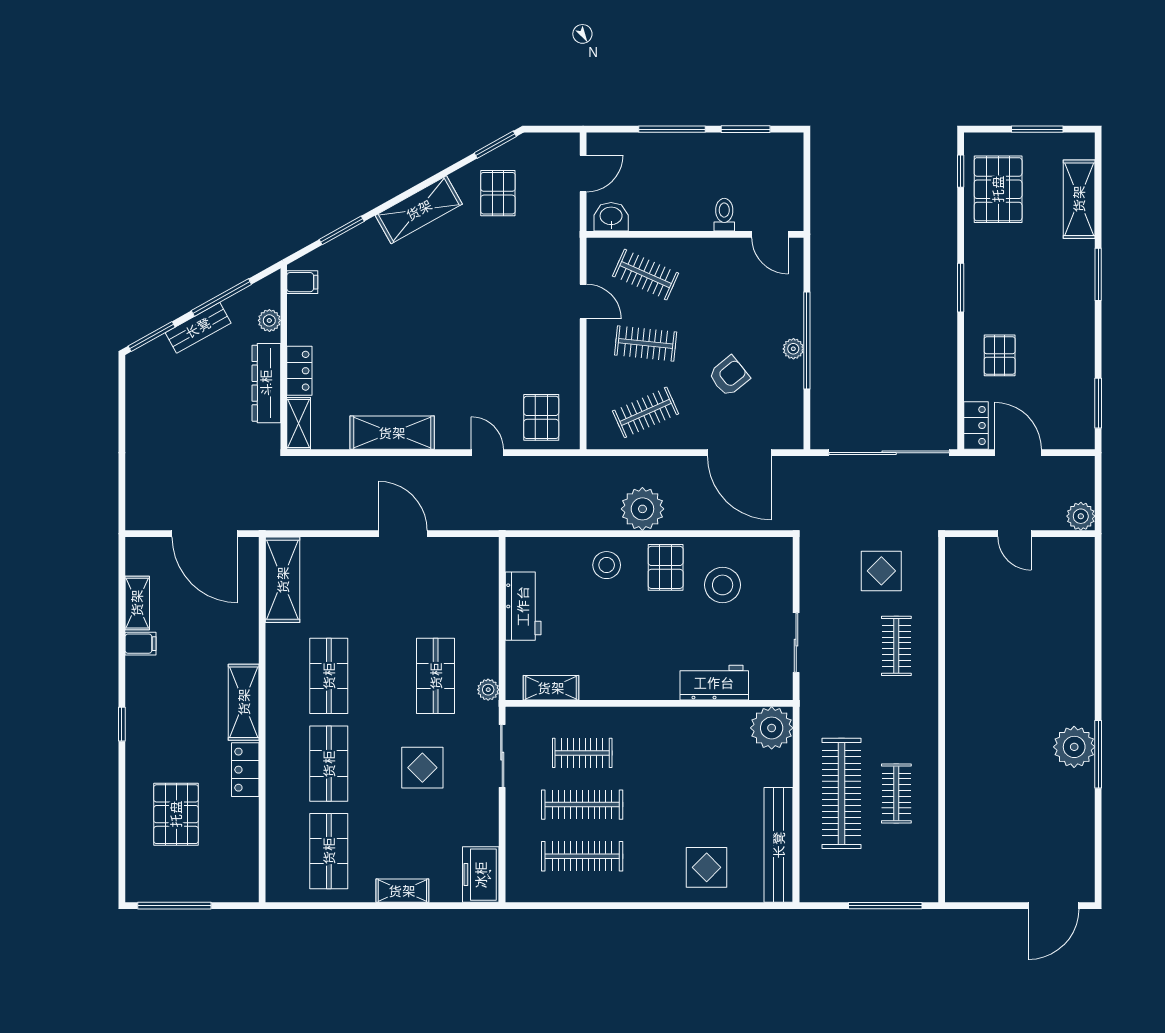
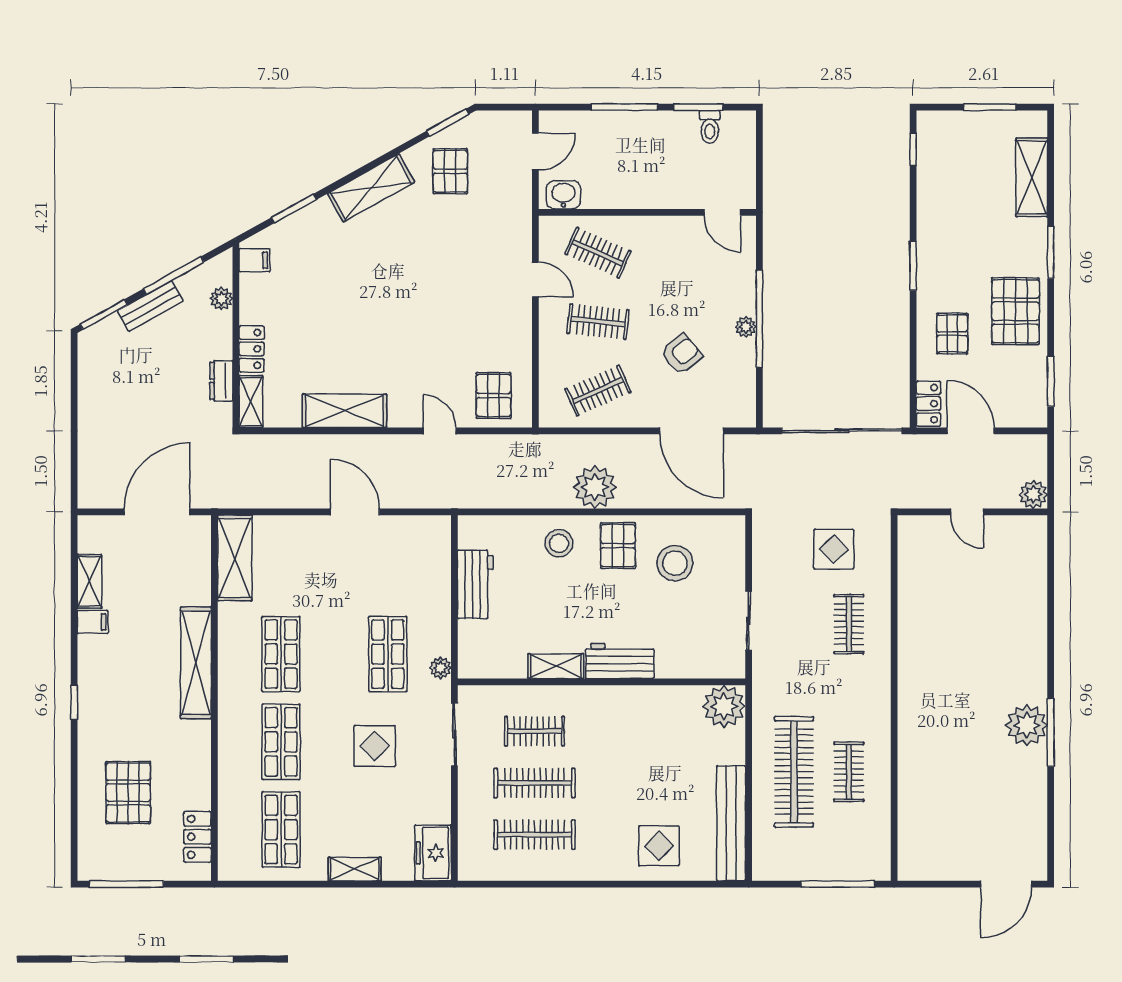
pallet: (998, 189) -> (1015, 311), moved
toilet: (724, 215) -> (710, 127), moved, turned 180
dresser: (266, 383) -> (221, 381), width x0.51, depth x0.80
door: (205, 534) -> (157, 512), swing flipped
workbench: (714, 683) -> (620, 661), moved
shelving: (551, 688) -> (556, 666), moved
shelving: (244, 702) -> (196, 663), width x1.47
locker: (245, 770) -> (197, 837), moved

